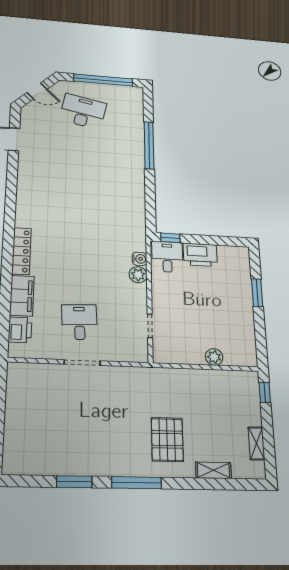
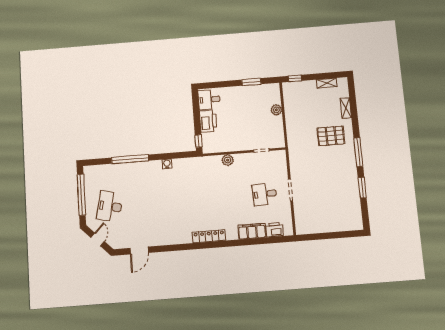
locker: (21, 251) -> (209, 236), moved
desk: (167, 257) -> (209, 100), moved
water cooler: (140, 259) -> (167, 164), moved
window: (257, 293) -> (251, 82), moved

